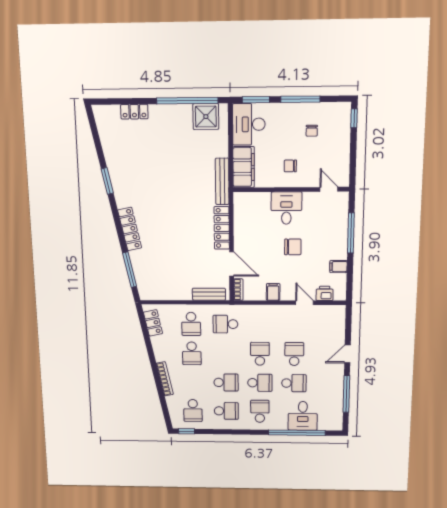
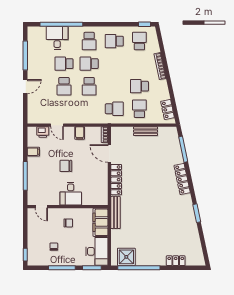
bench: (209, 294) -> (146, 131), moved
school desk: (192, 353) -> (139, 86), turned -90
school desk: (226, 382) -> (114, 64), removed

